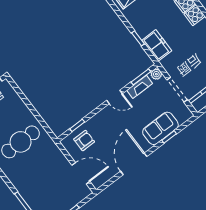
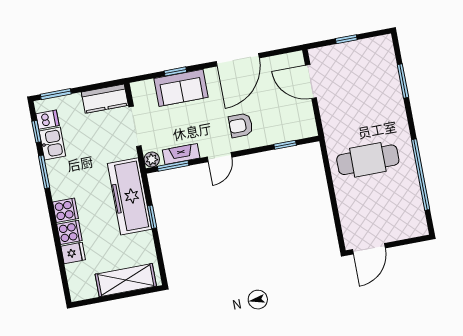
freezer: (157, 45) -> (130, 196), width x1.91, depth x1.26
door: (115, 97) -> (219, 157), swing flipped
armchair: (84, 141) -> (241, 125), moved

